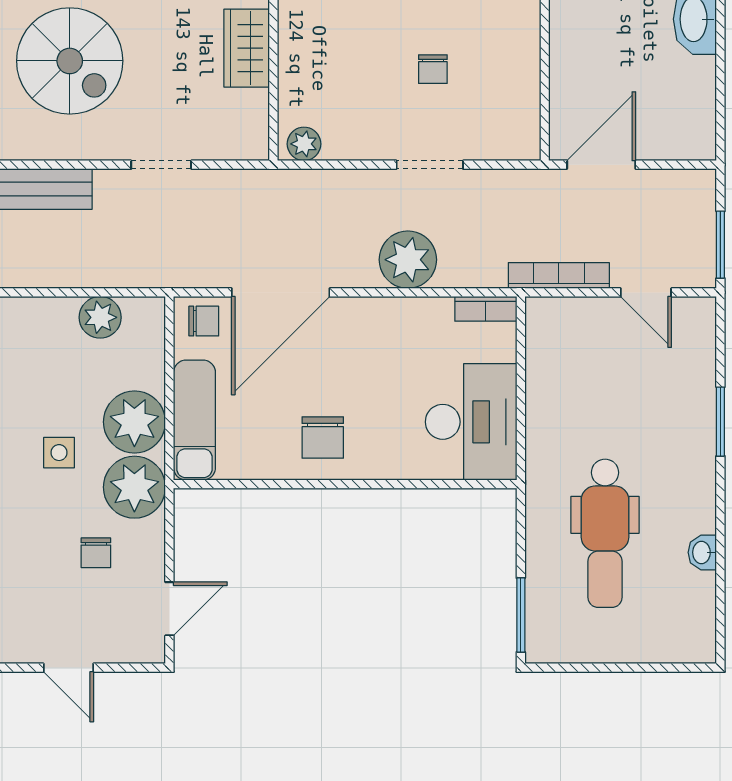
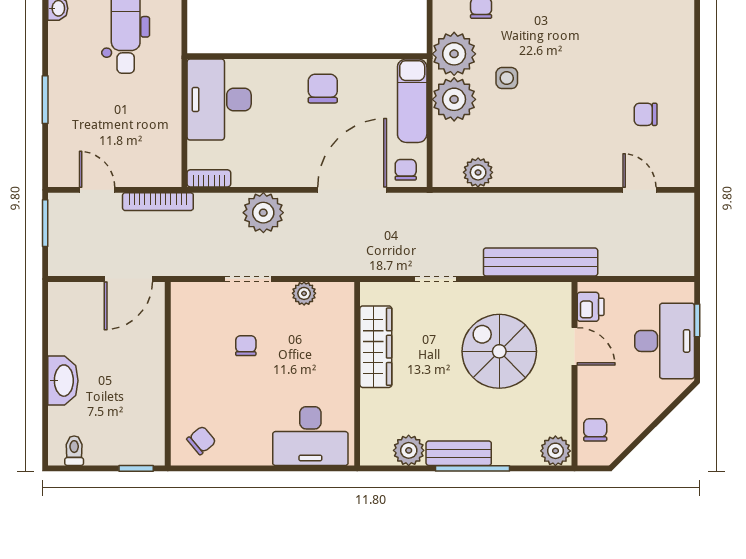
wardrobe: (247, 48) -> (376, 347), width x1.50
plant: (304, 144) -> (304, 293), moved
chair: (204, 321) -> (406, 170), turned 90

